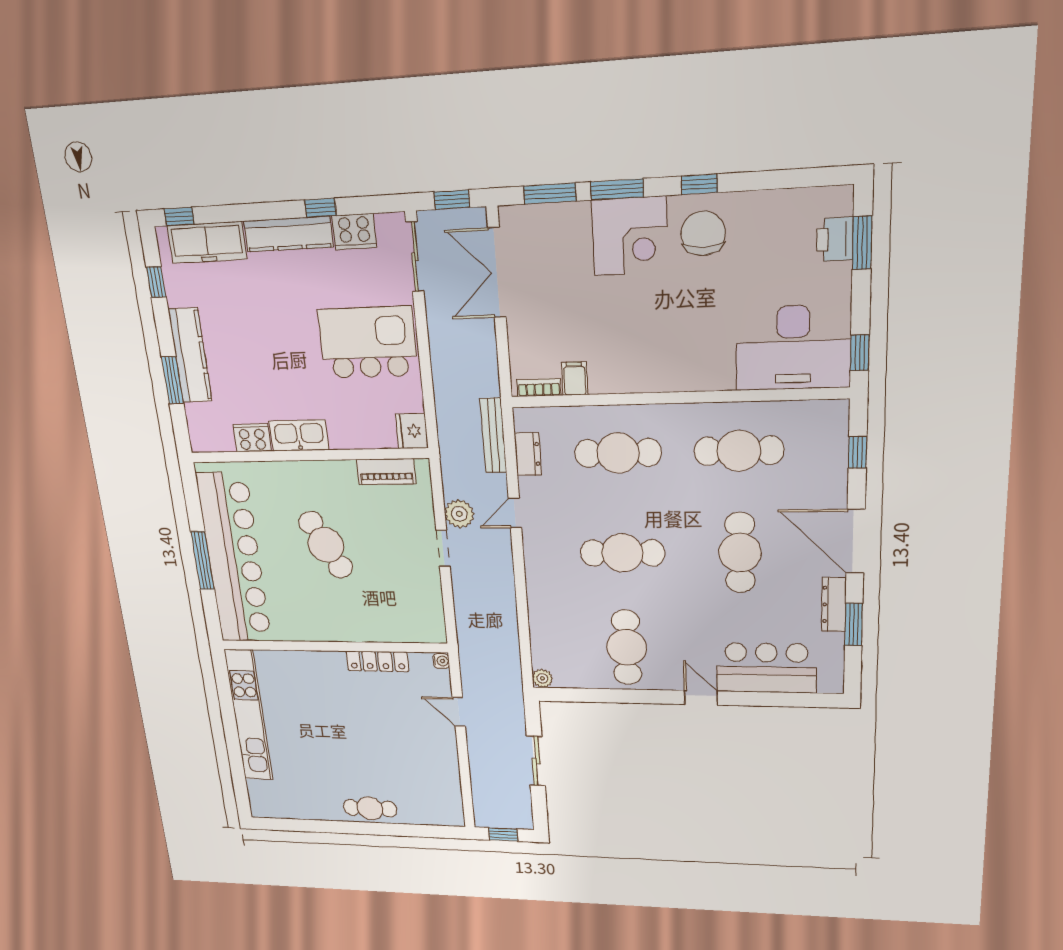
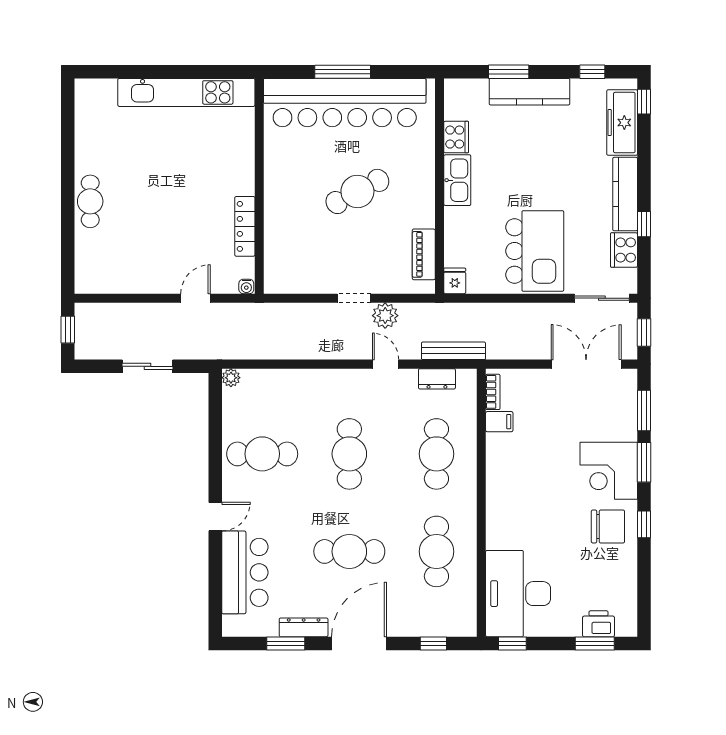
fridge: (412, 431) -> (455, 281), width x0.72

